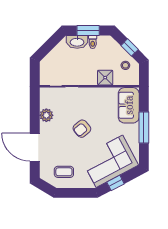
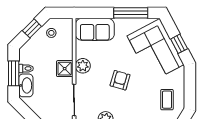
shower: (105, 78) -> (65, 69), moved
plant: (95, 94) -> (83, 66), added
window: (144, 128) -> (131, 13), moved
armchair: (82, 129) -> (120, 80), turned -125

